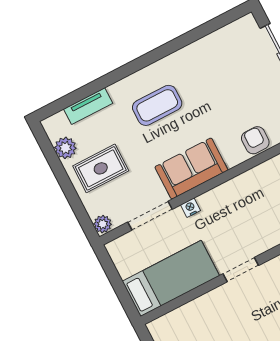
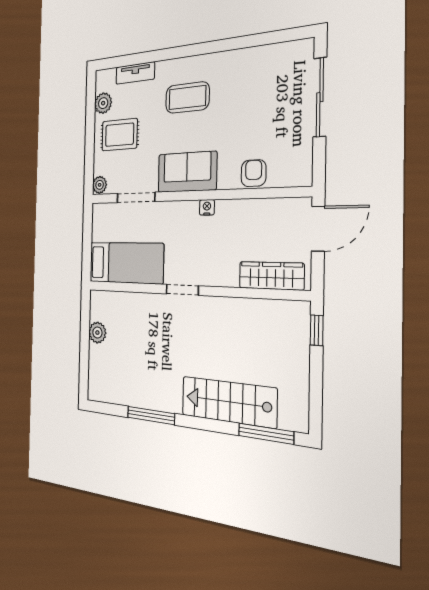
nightstand: (190, 208) -> (207, 207), moved

